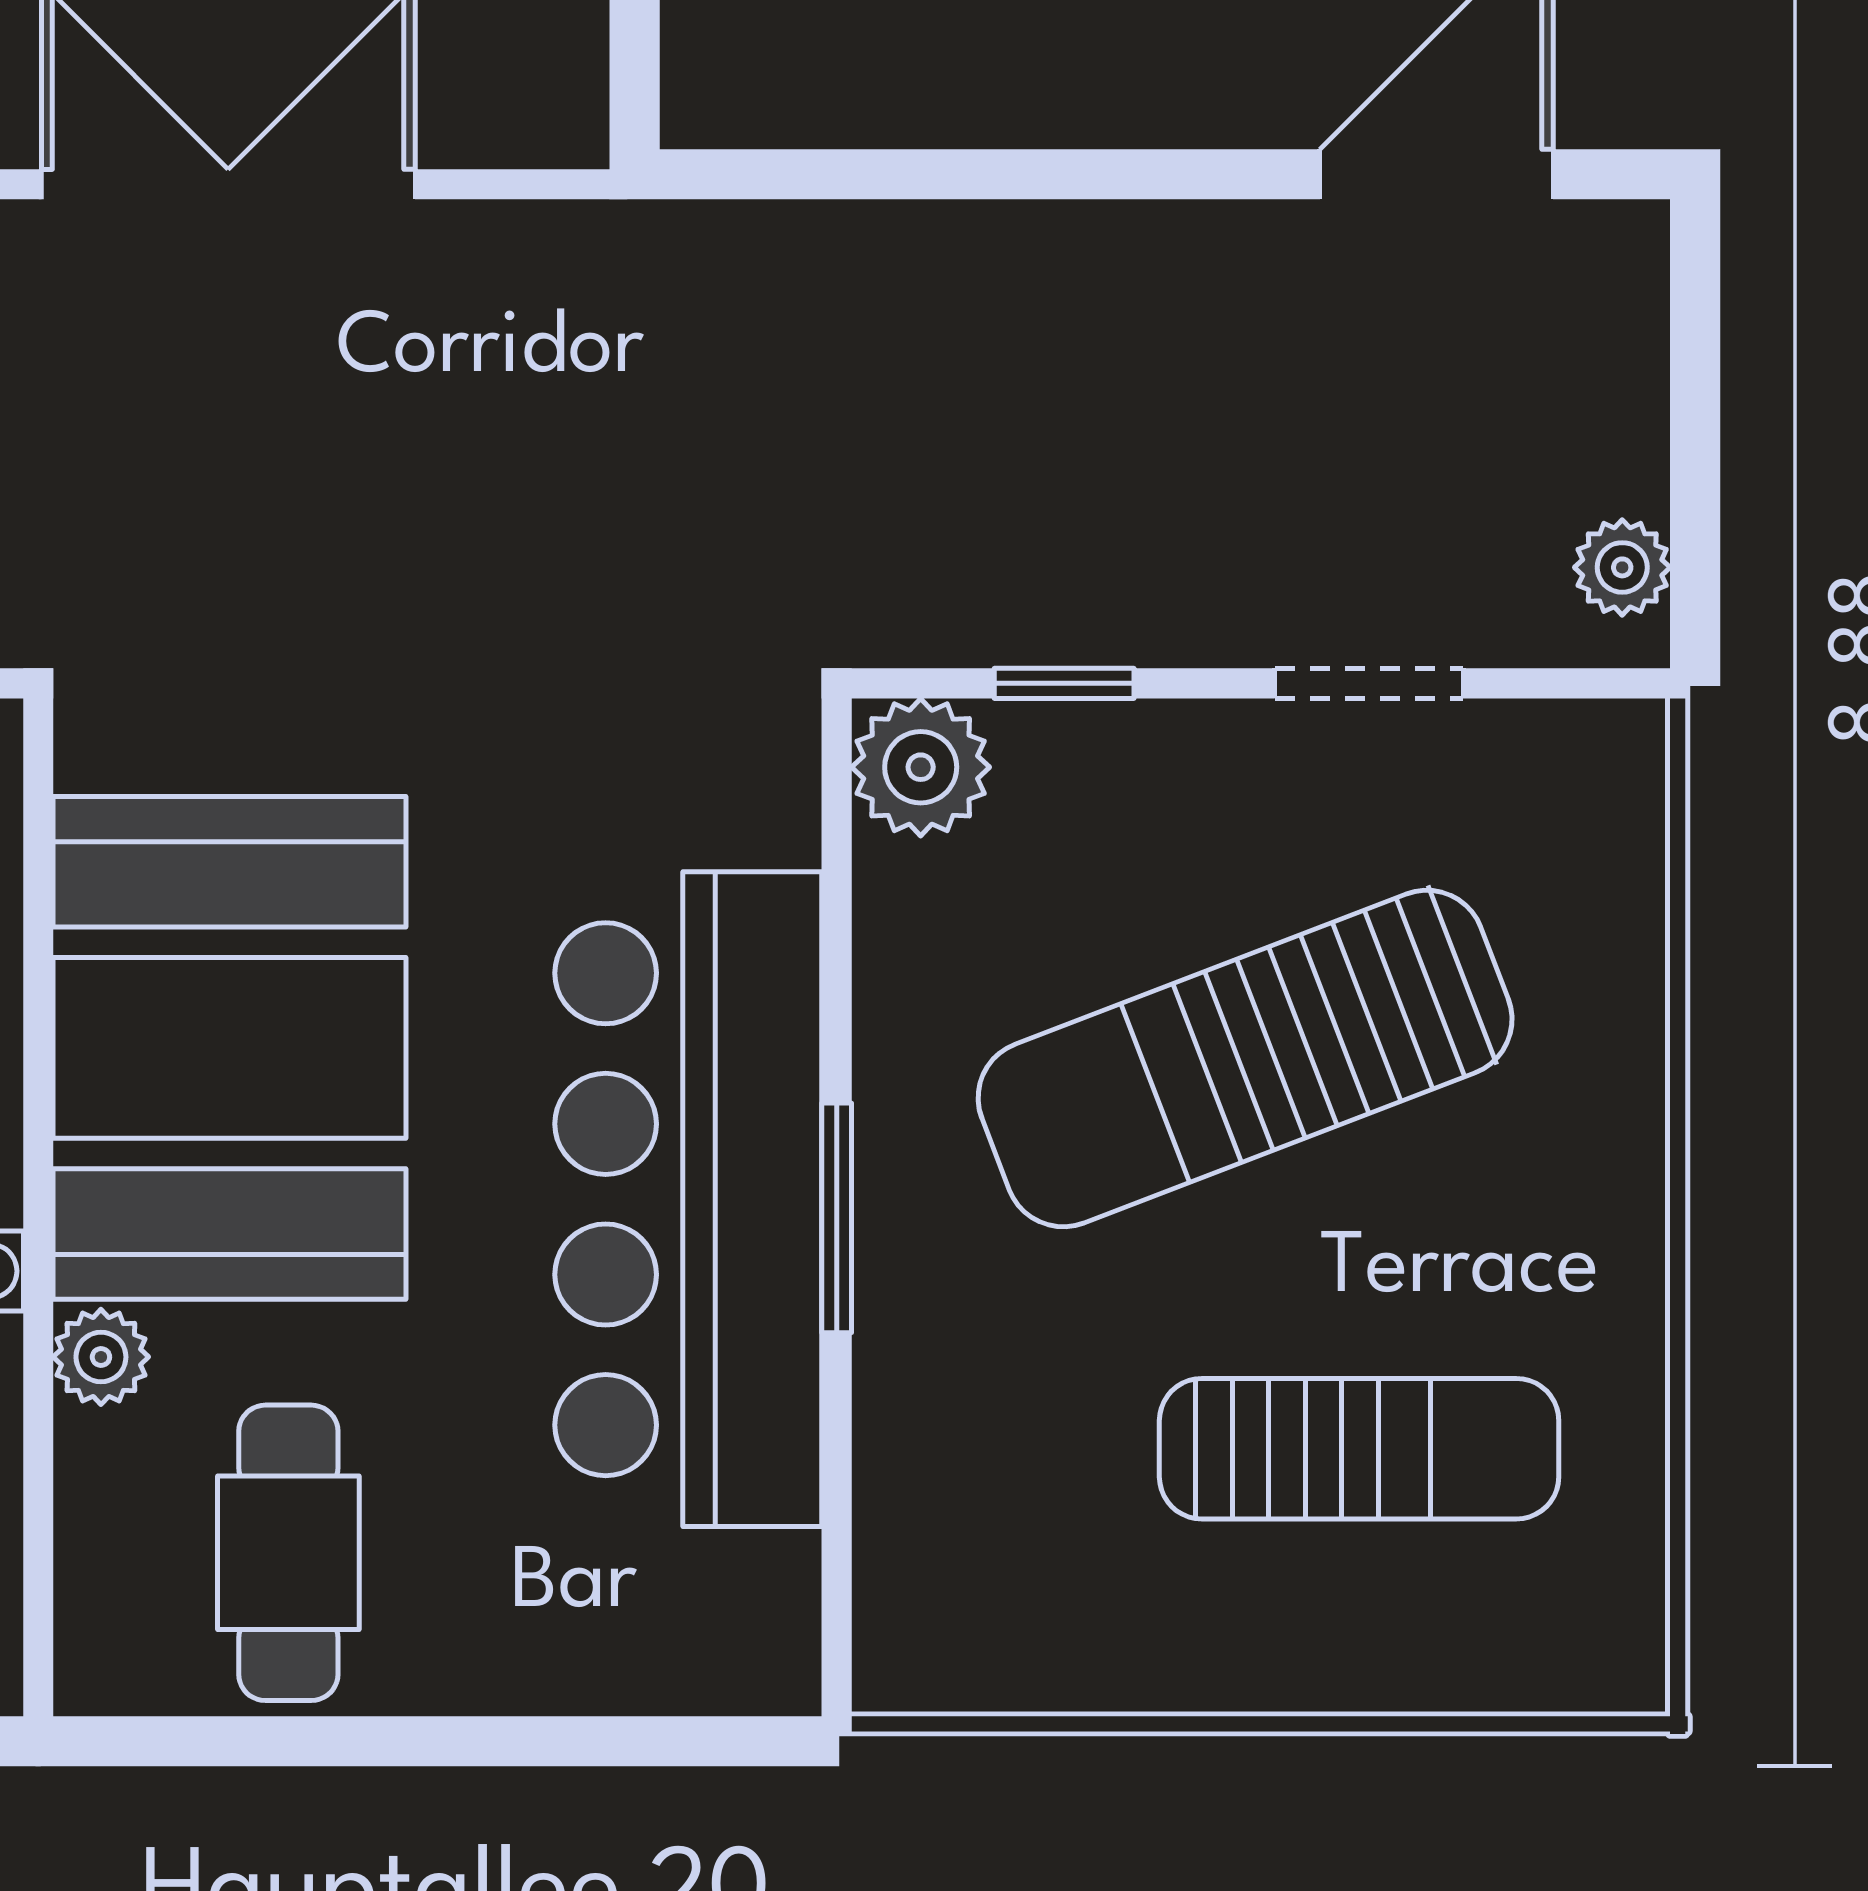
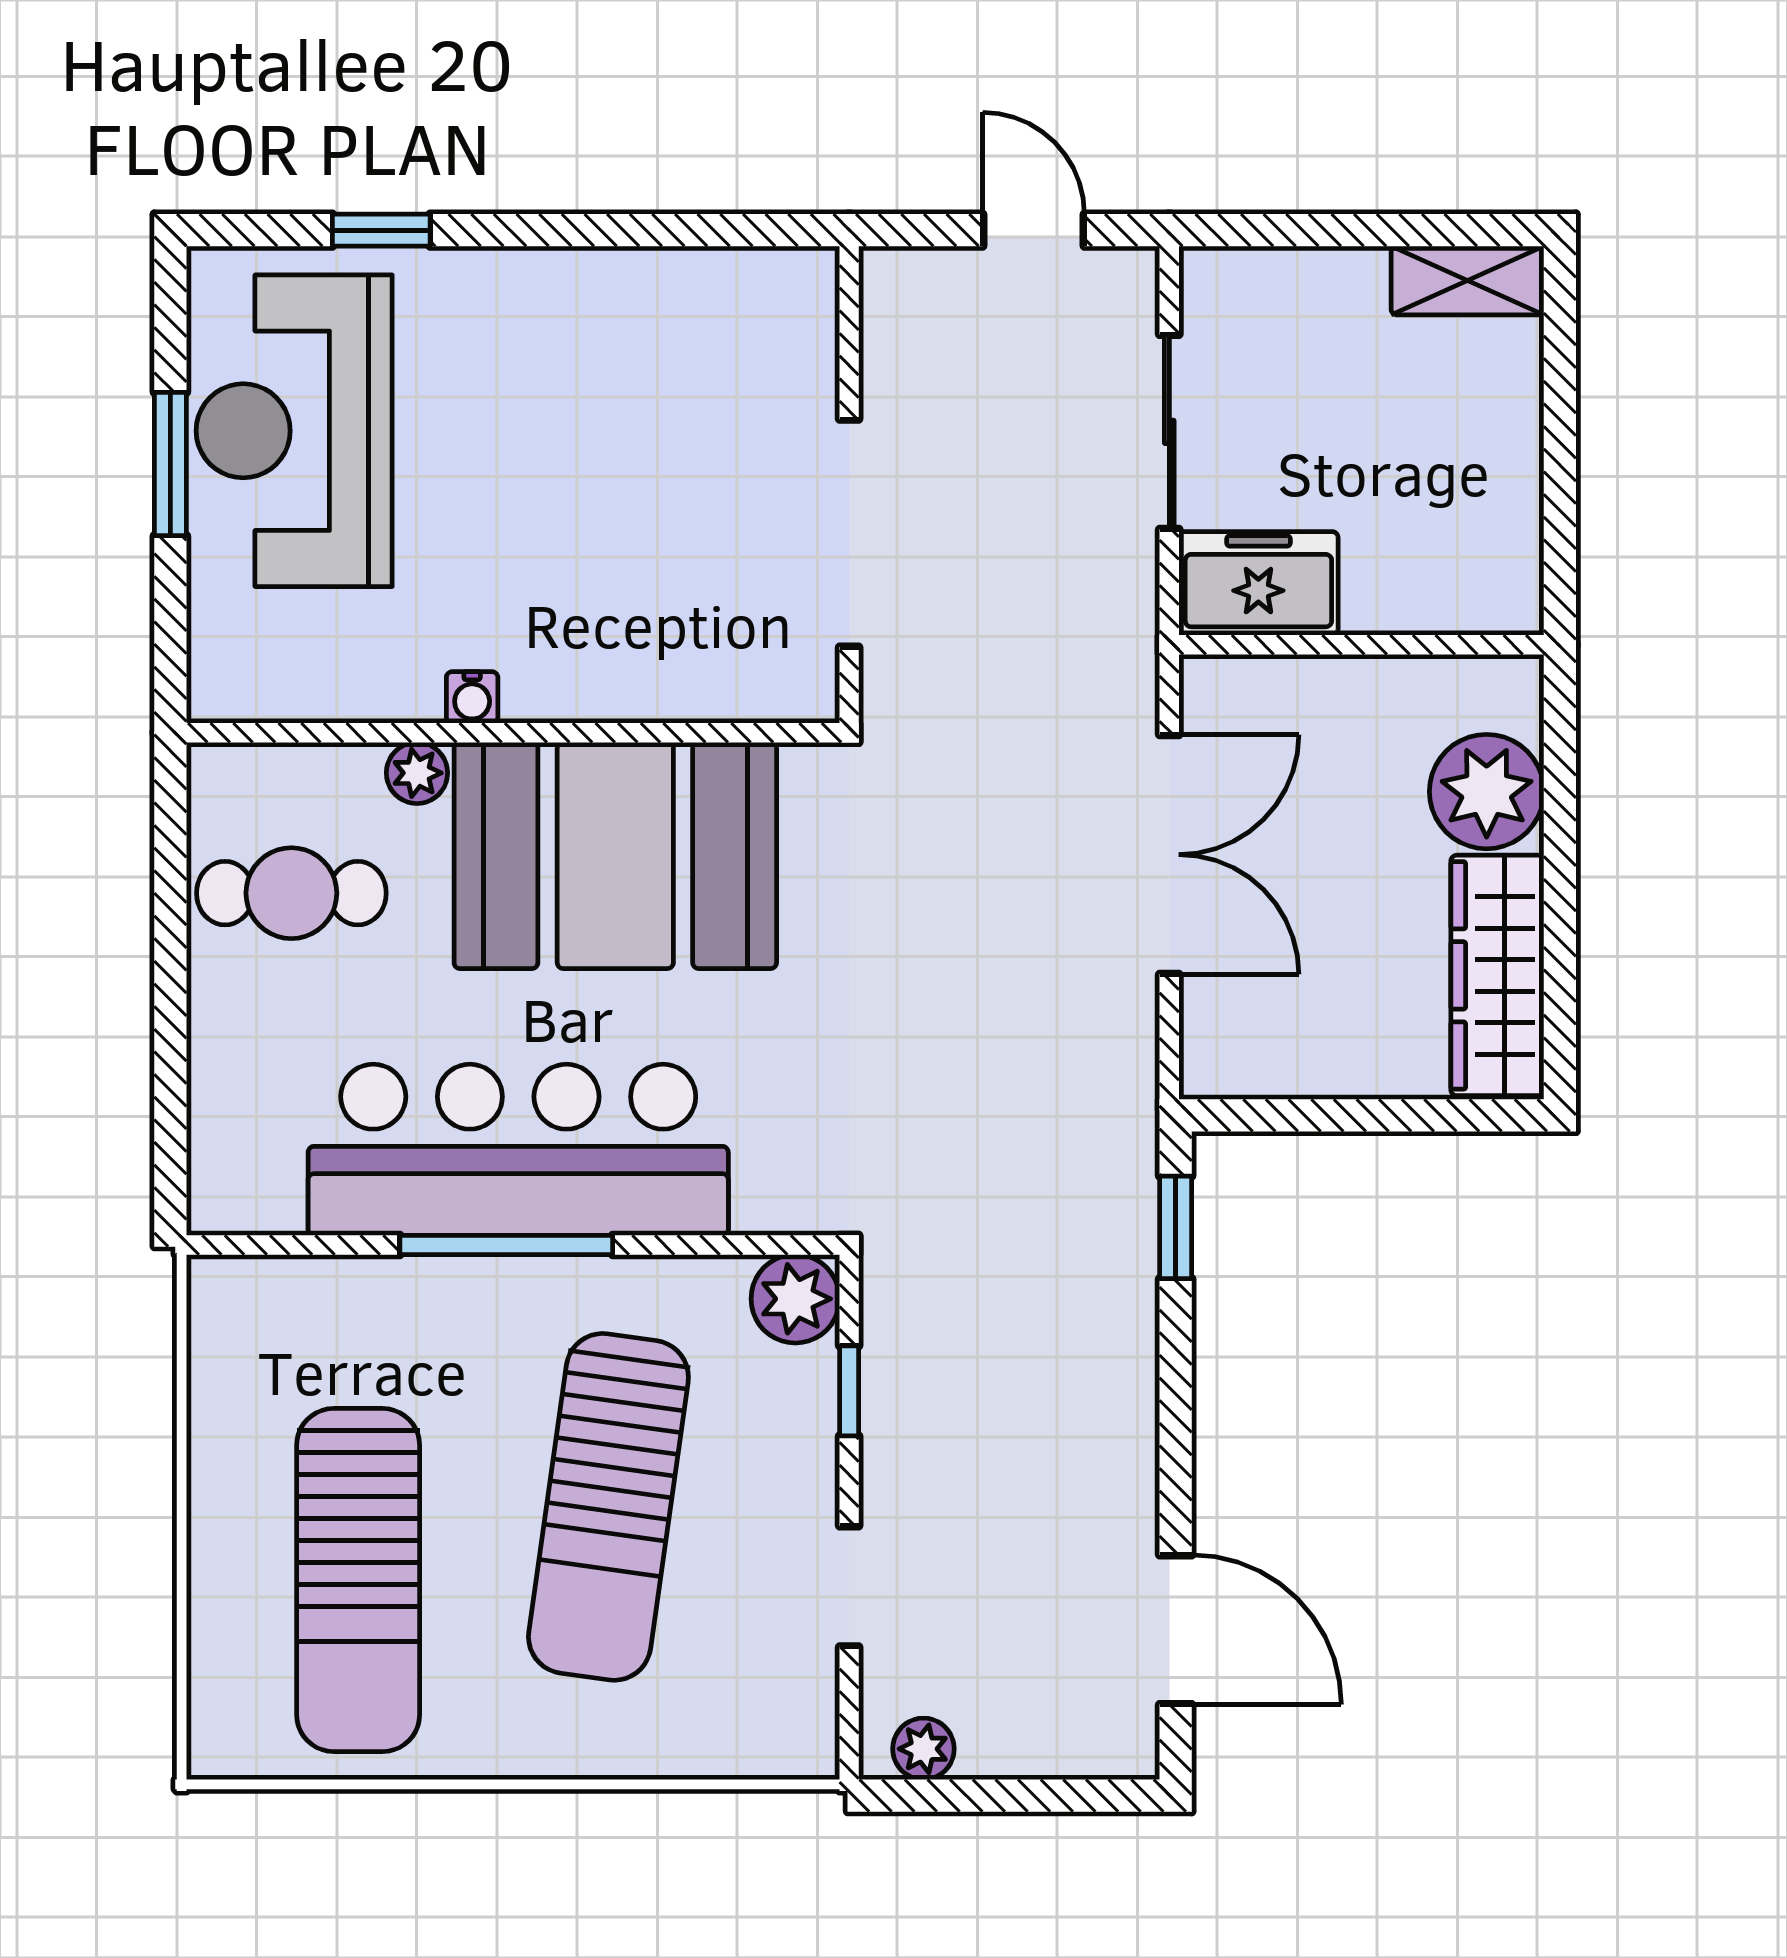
window: (809, 174) -> (1176, 1227), added
sun lounger: (1245, 1059) -> (608, 1507), turned -151
window: (837, 1218) -> (506, 1245), width x1.44
sun lounger: (1359, 1449) -> (358, 1580), width x1.36, depth x1.34

